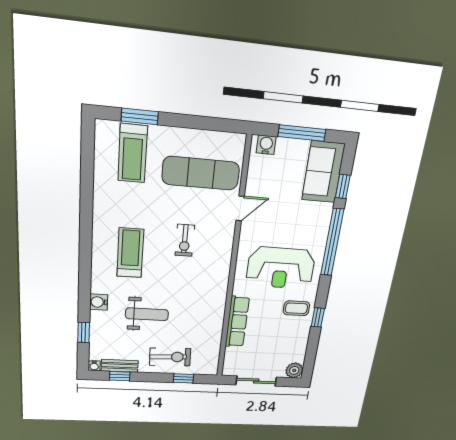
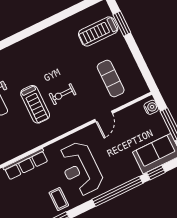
exercise mat: (201, 173) -> (111, 79), width x0.73, depth x0.69
door: (240, 208) -> (104, 116), hinge flipped
treadmill: (130, 253) -> (35, 104), moved, turned 90

